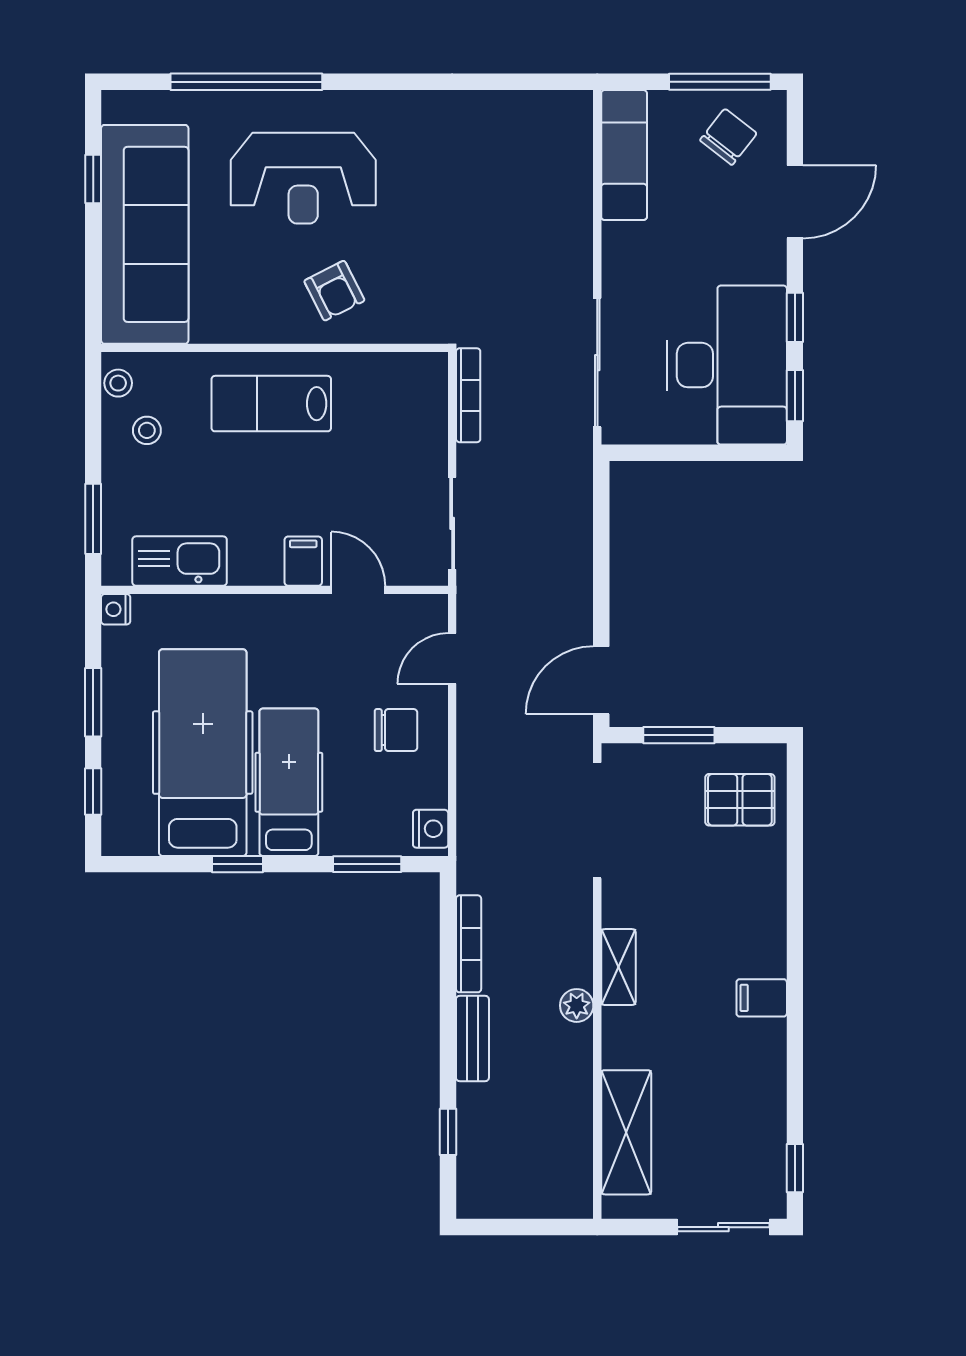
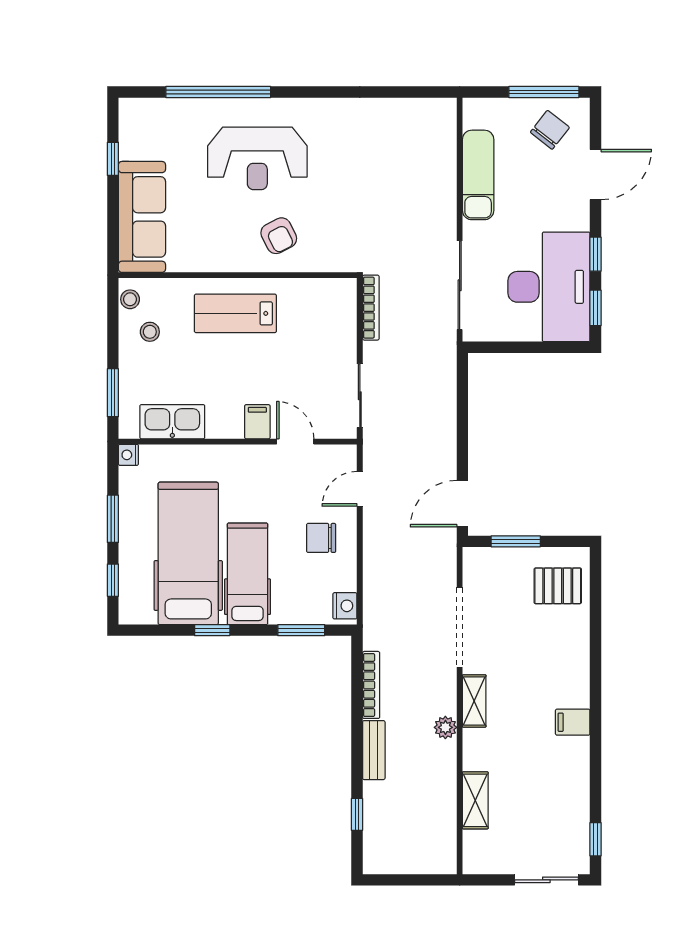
exam couch: (624, 155) -> (478, 175), moved
sofa: (145, 234) -> (142, 217), width x0.74, depth x0.79
chair: (396, 730) -> (321, 538), turned 180
doorway: (597, 820) -> (460, 627), moved
shelving: (626, 1132) -> (475, 800), width x0.67, depth x0.75

